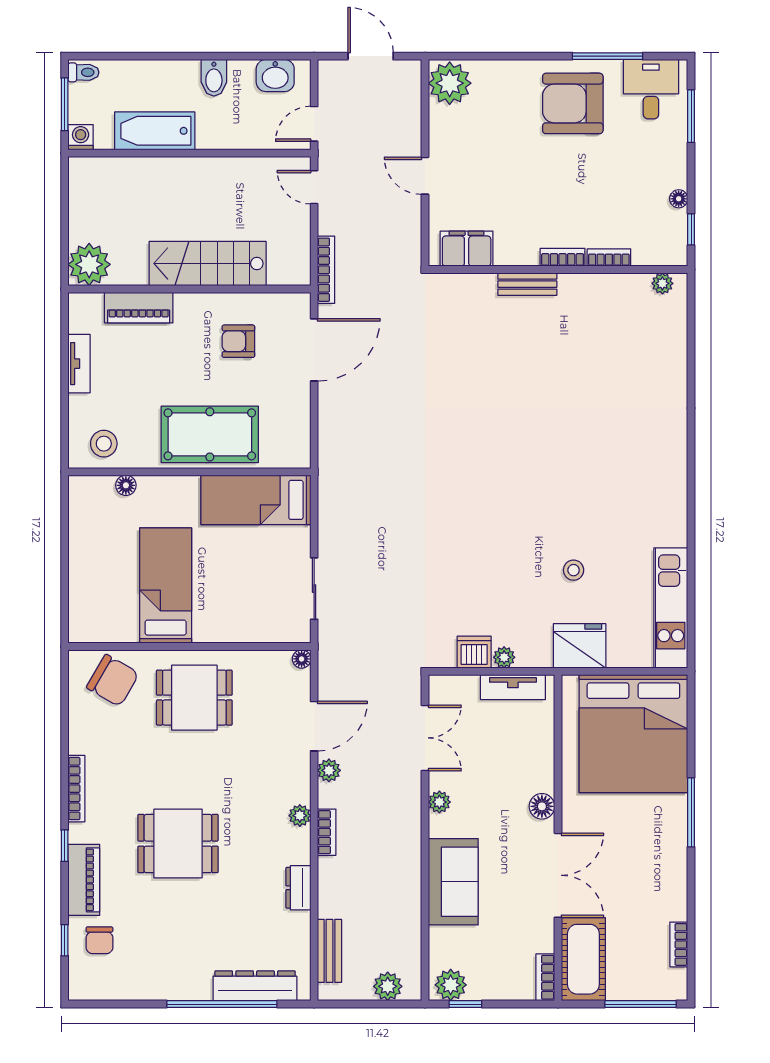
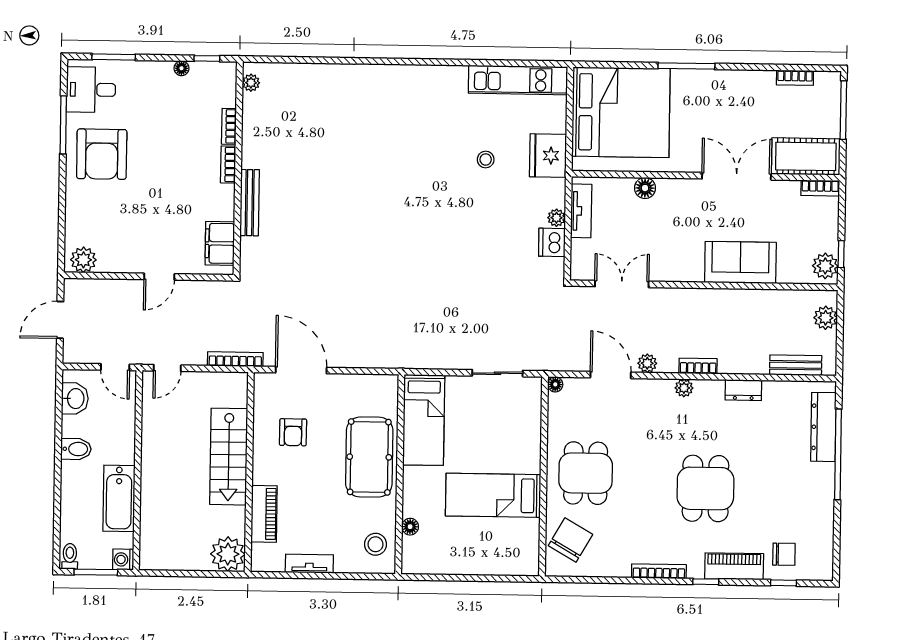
plant: (450, 83) -> (83, 260), width x0.73, depth x0.73
bench: (527, 284) -> (250, 203), width x1.36
plant: (439, 802) -> (675, 273), removed
floor lamp: (542, 806) -> (645, 188), moved

